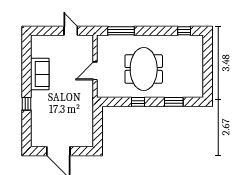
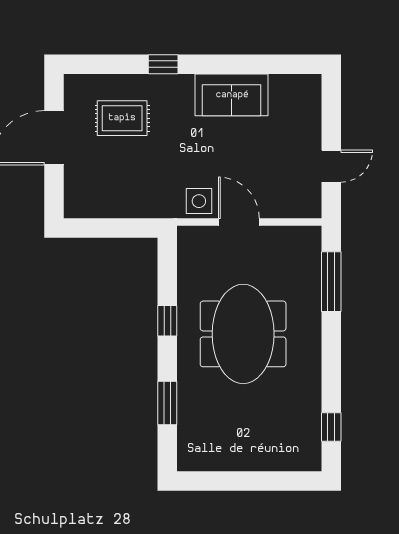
meeting table: (144, 69) -> (243, 334), turned 90
side table: (86, 88) -> (199, 201), added
rug: (50, 122) -> (122, 118), added

